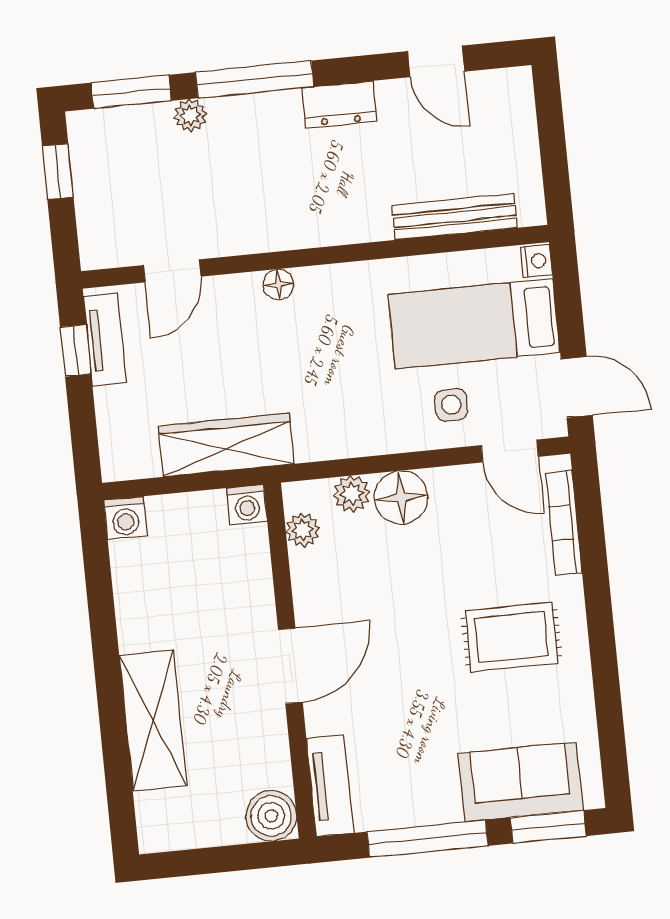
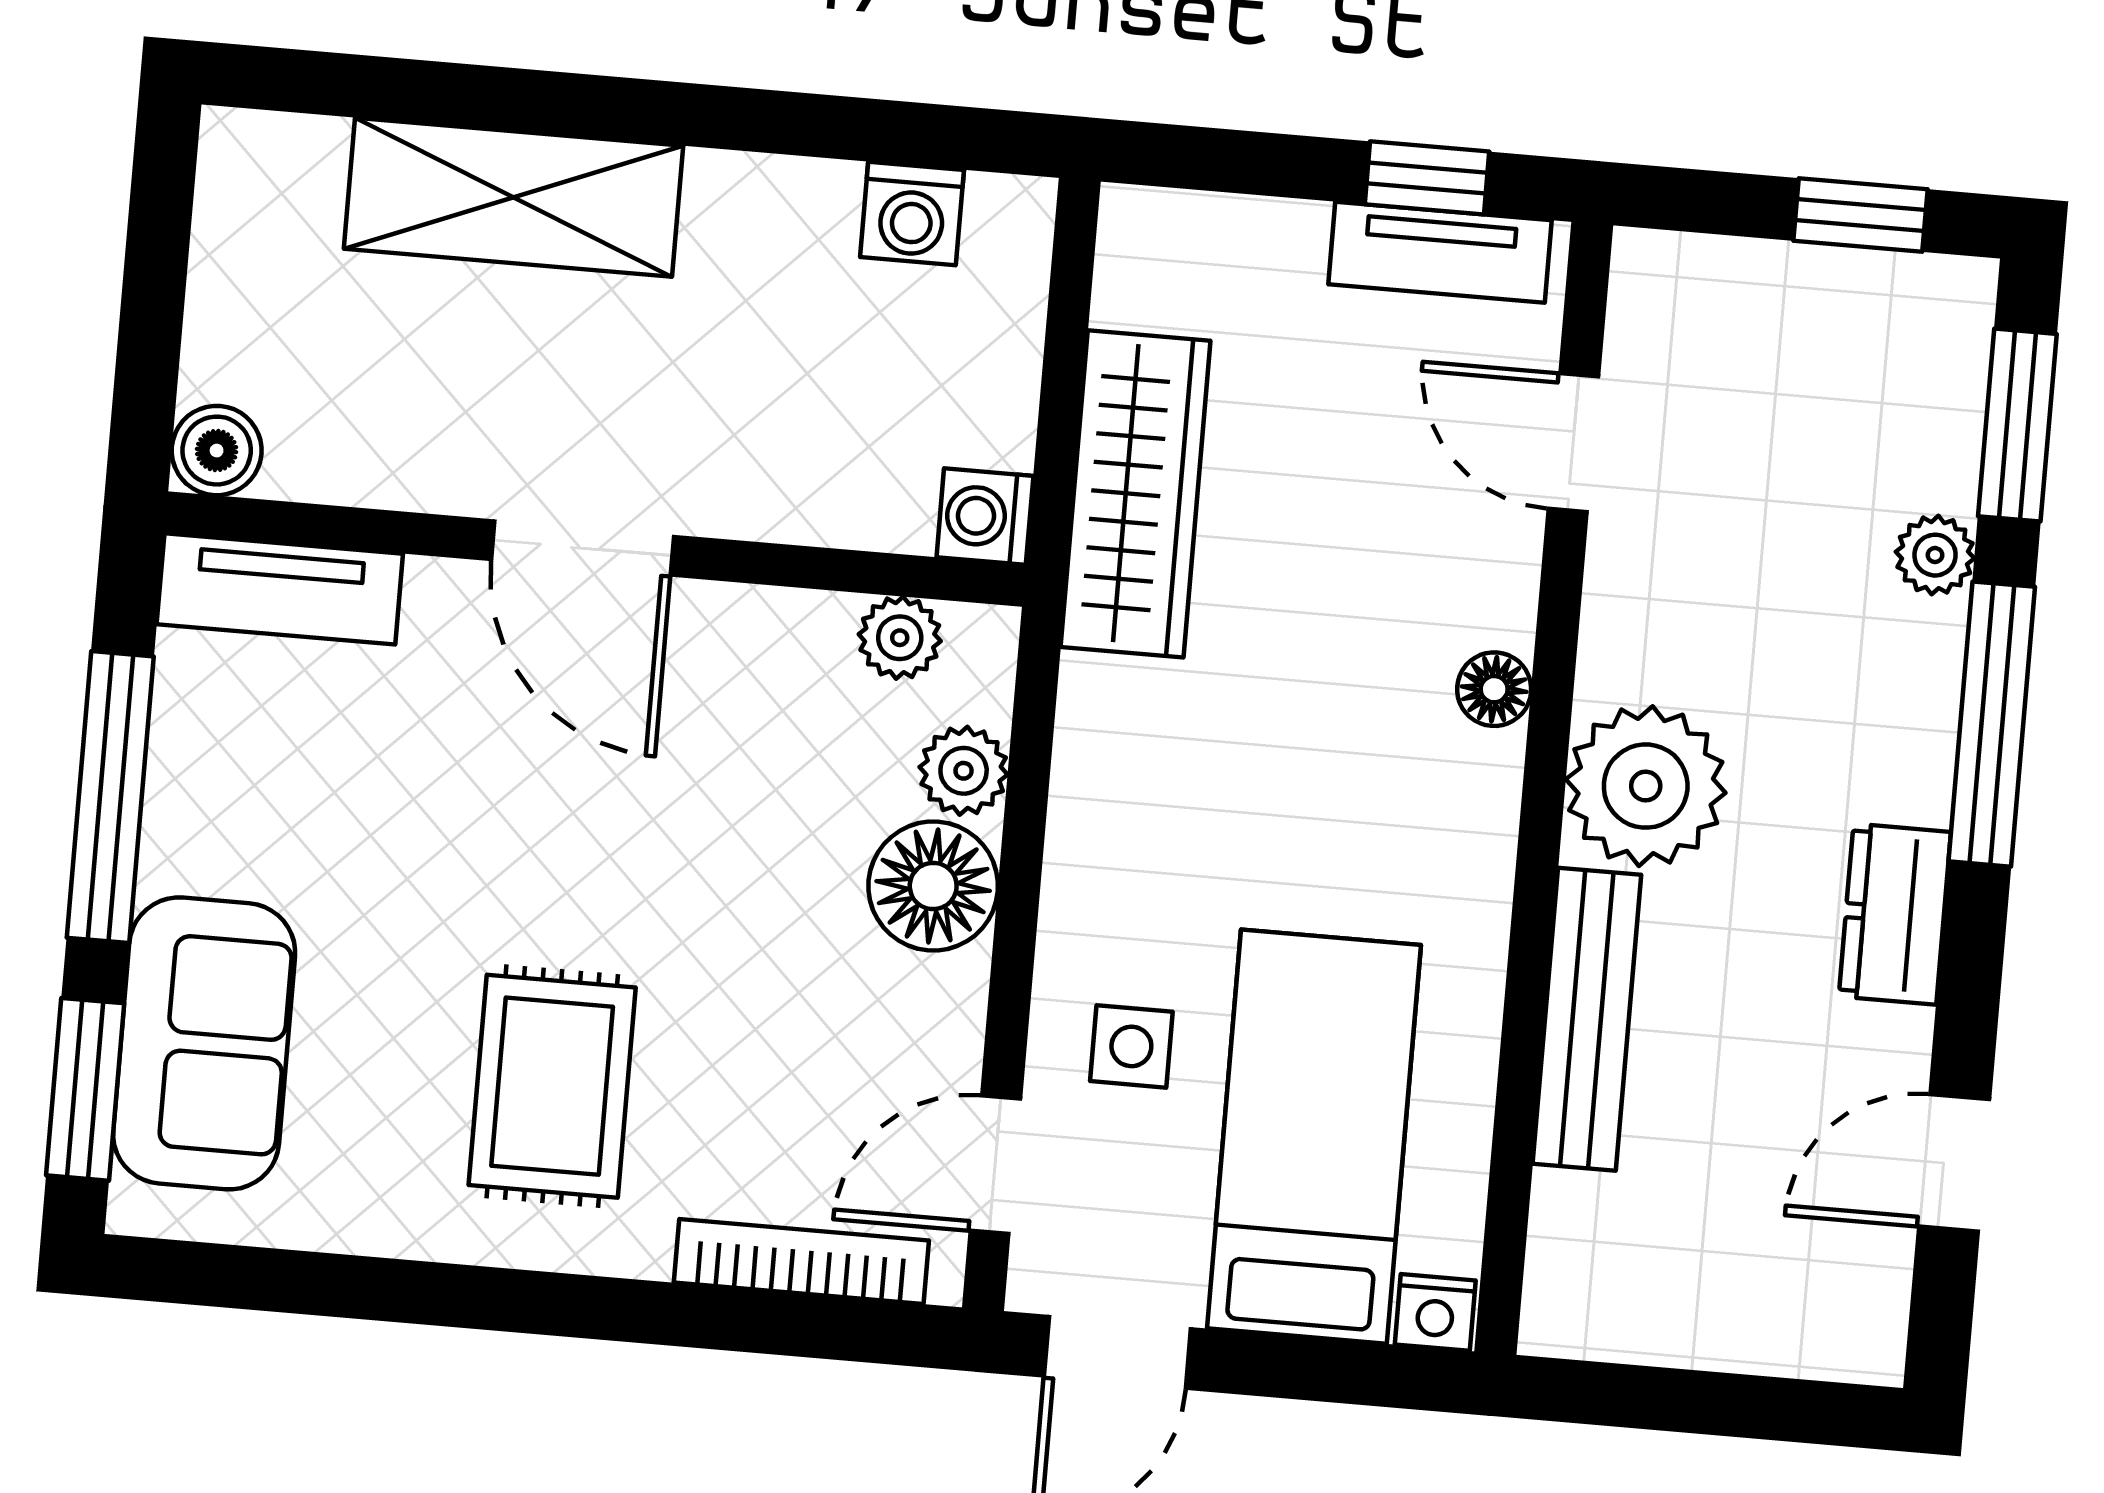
plant: (306, 215) -> (1646, 786), added
bench: (455, 217) -> (1587, 1019), moved
washing machine: (125, 518) -> (912, 214), moved, turned -90
boiler: (271, 816) -> (217, 451), width x0.73, depth x0.73

